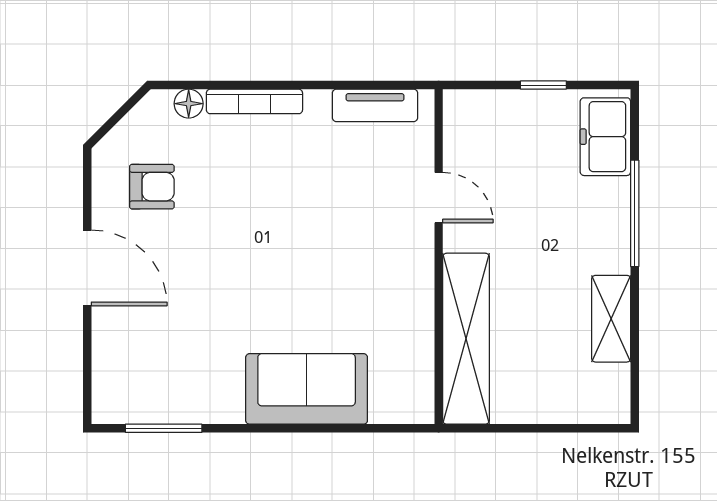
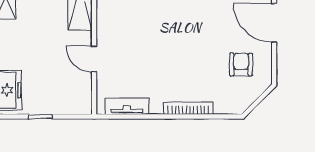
floor lamp: (189, 104) -> (222, 107), removed
armchair: (152, 187) -> (241, 65), turned 90

